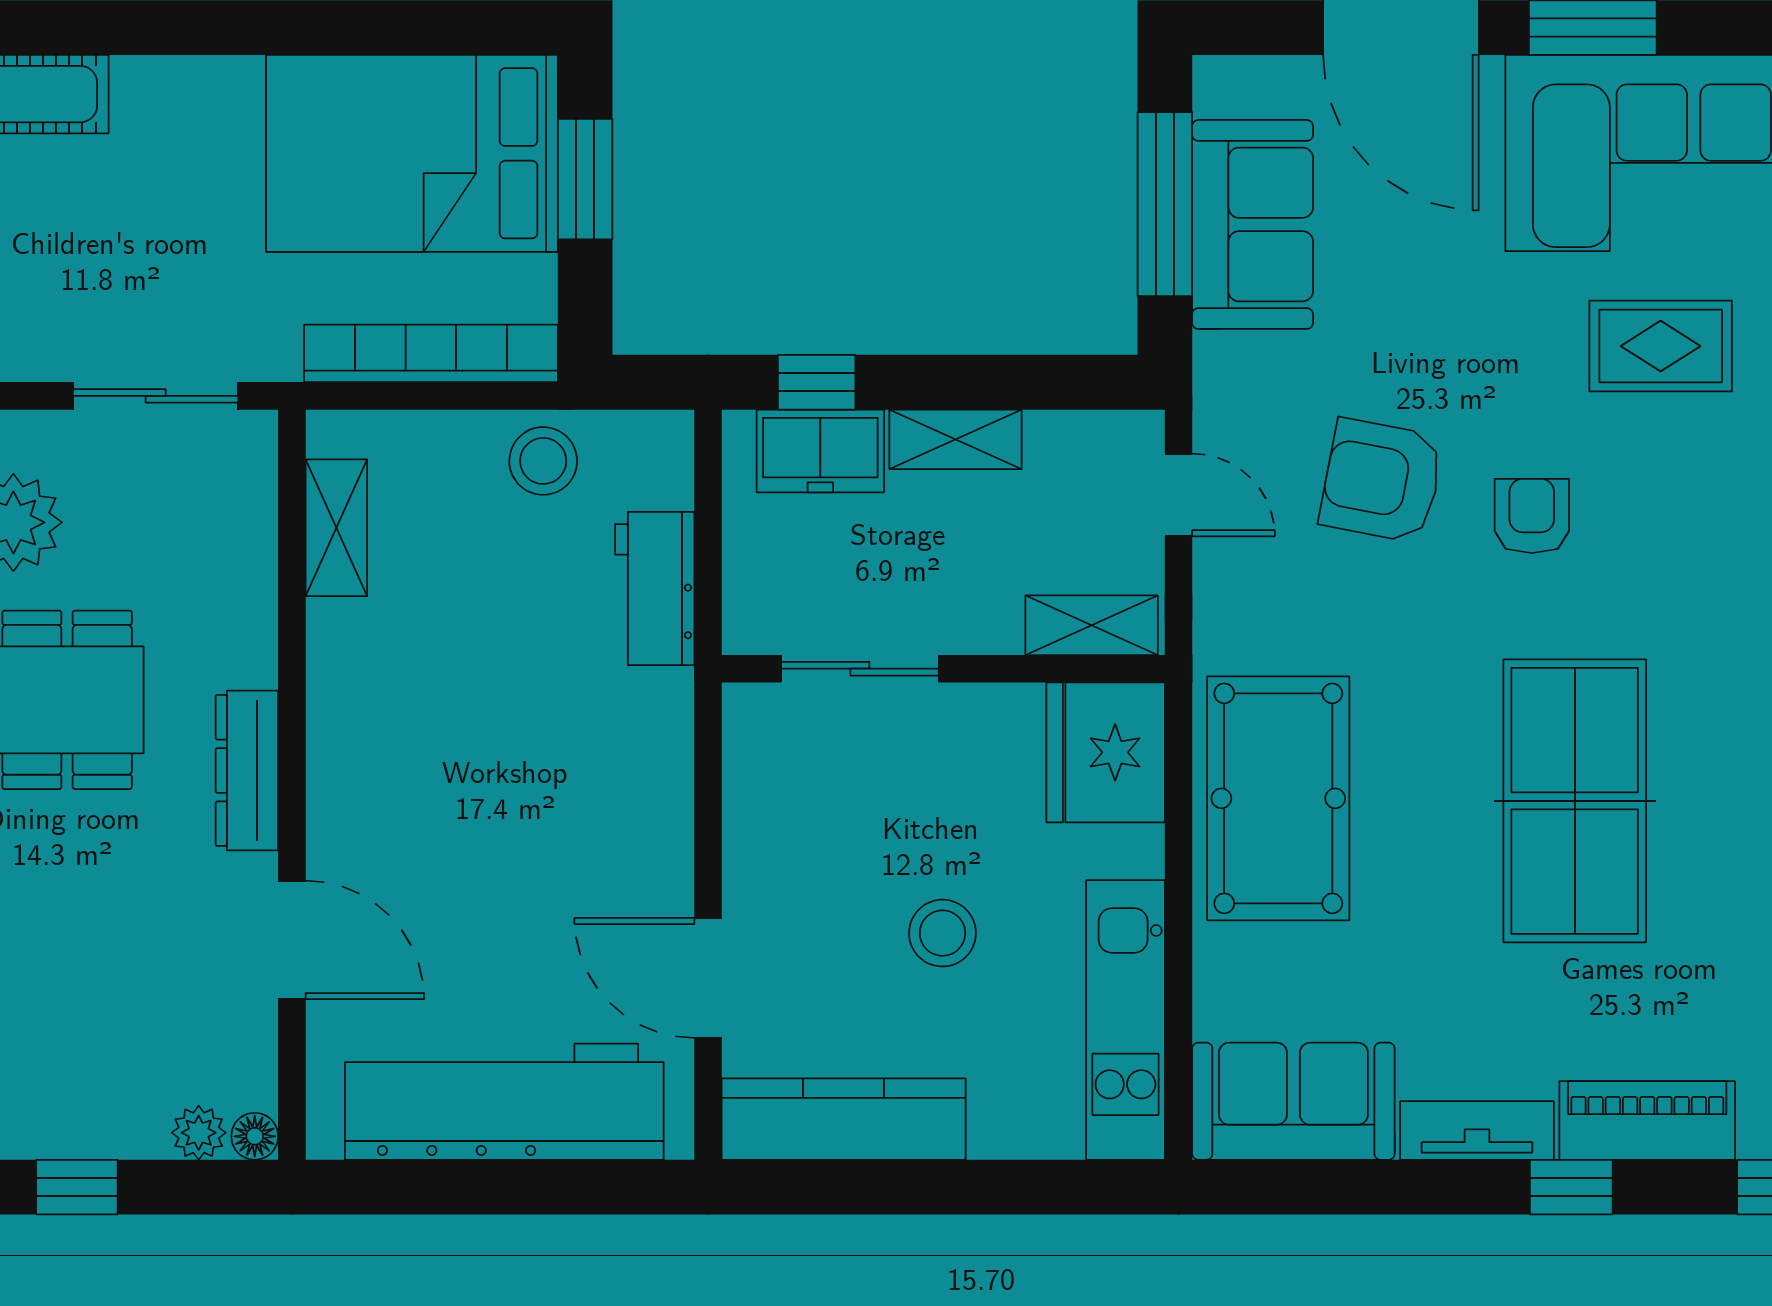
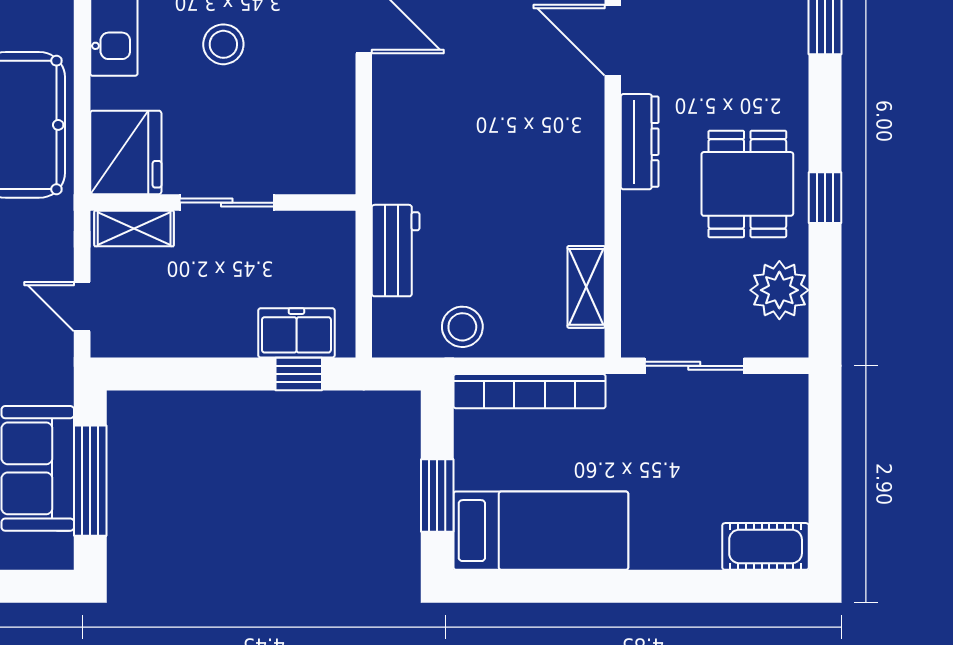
bed: (412, 153) -> (541, 531), width x0.67
shelving: (956, 439) -> (216, 340), removed
sliding door: (860, 669) -> (227, 203), moved

